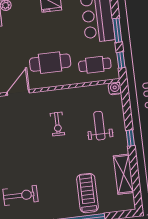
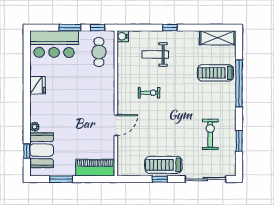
cafe table: (50, 63) -> (92, 93), removed
door: (18, 93) -> (116, 125), swing flipped
shelving: (124, 174) -> (217, 38), moved

